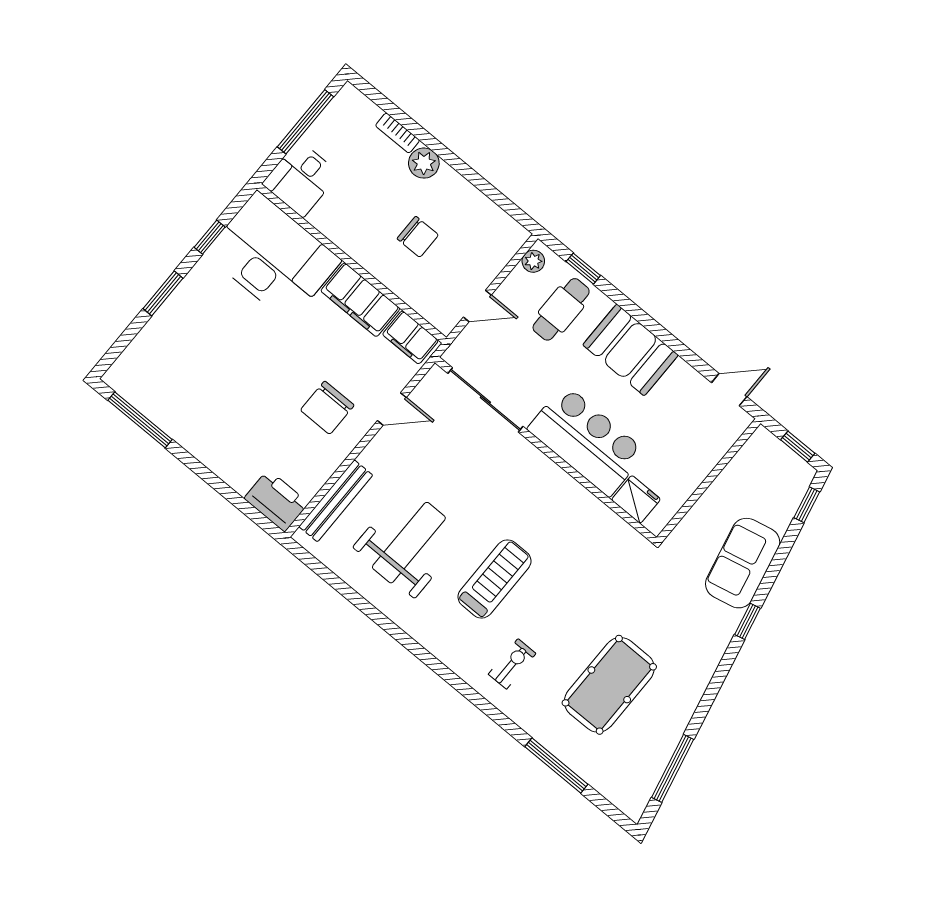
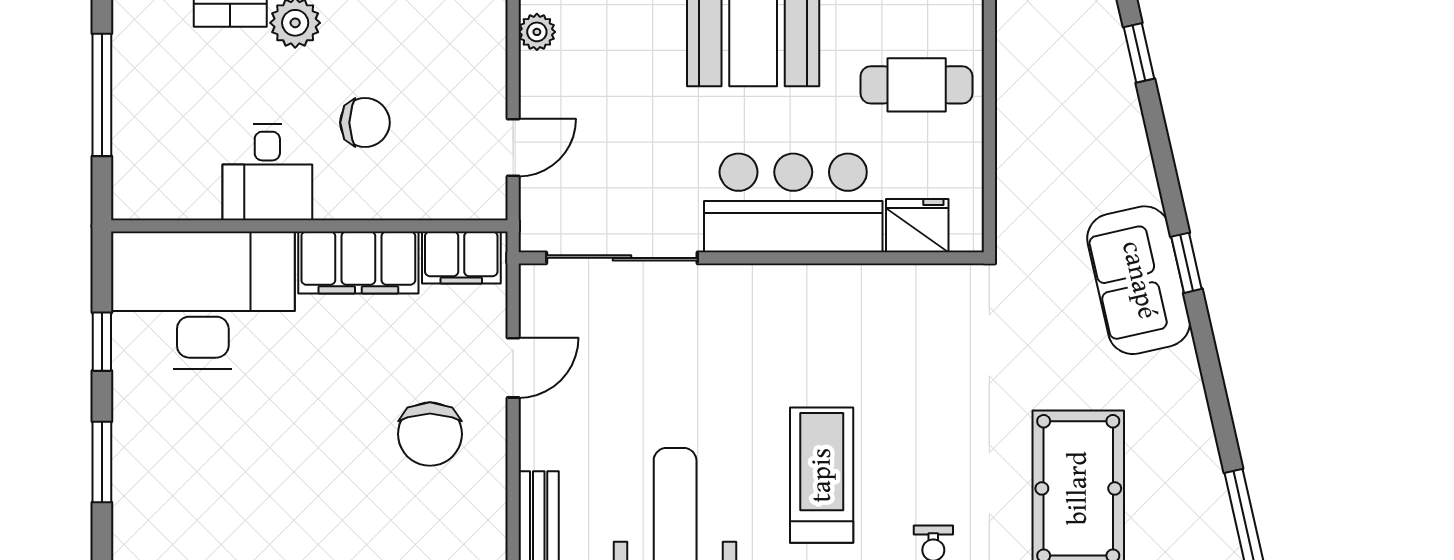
desk: (301, 179) -> (267, 172), moved
cafe table: (561, 309) -> (917, 85), moved, turned 90
sofa: (743, 563) -> (1139, 280), moved

